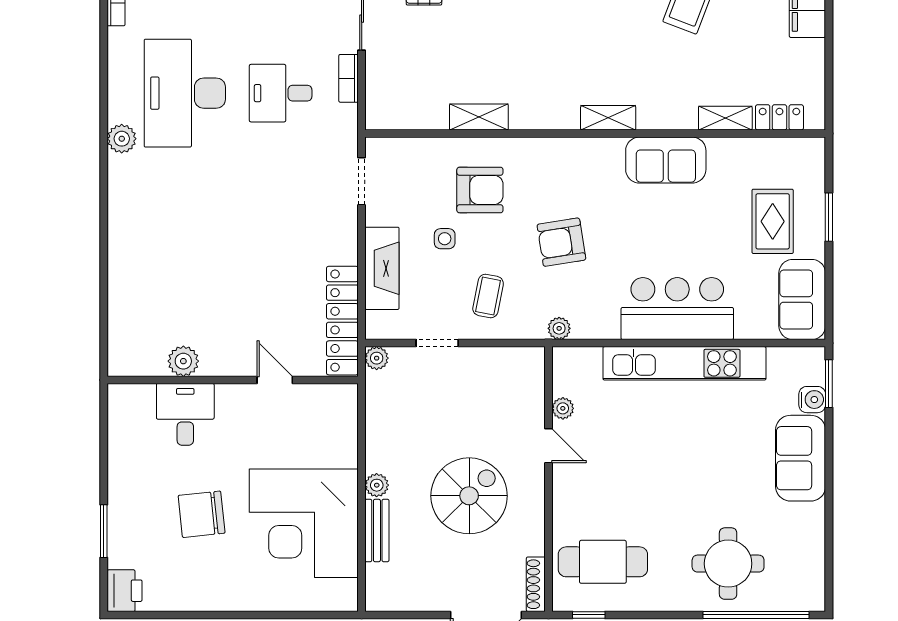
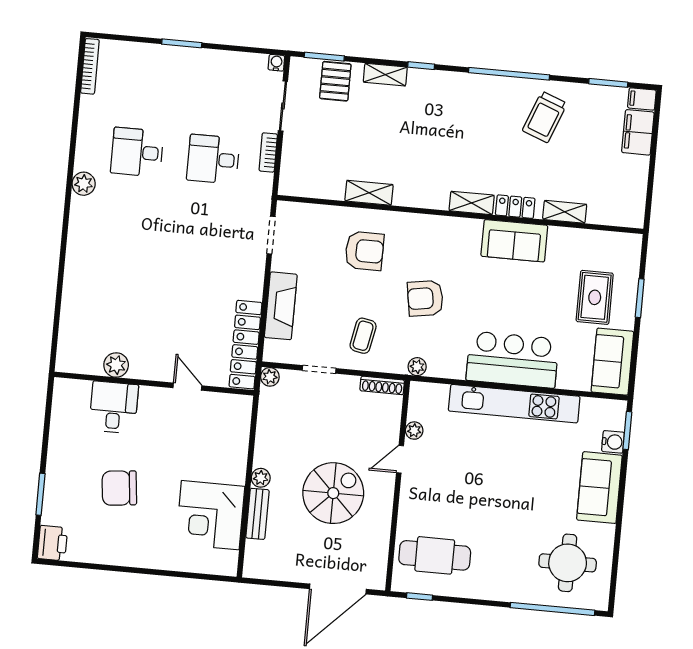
desk: (185, 93) -> (137, 152), width x0.53, depth x0.77
locker: (779, 117) -> (515, 207), moved
side table: (445, 239) -> (333, 287), removed
door: (548, 446) -> (400, 459), swing flipped
corner desk: (304, 523) -> (210, 515), width x0.74, depth x0.74
round table: (728, 564) -> (568, 563), moved
shoe rack: (536, 584) -> (382, 385), moved, turned -90

